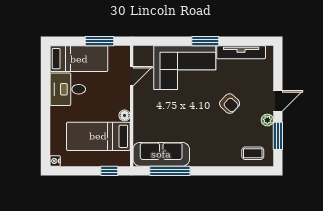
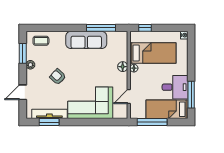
window: (99, 41) -> (152, 122), width x1.44
window: (205, 41) -> (49, 122), moved
window: (46, 79) -> (191, 95), added
door: (278, 101) -> (23, 92), moved
floor lamp: (140, 118) -> (123, 67), added
sofa: (161, 154) -> (86, 40), moved

